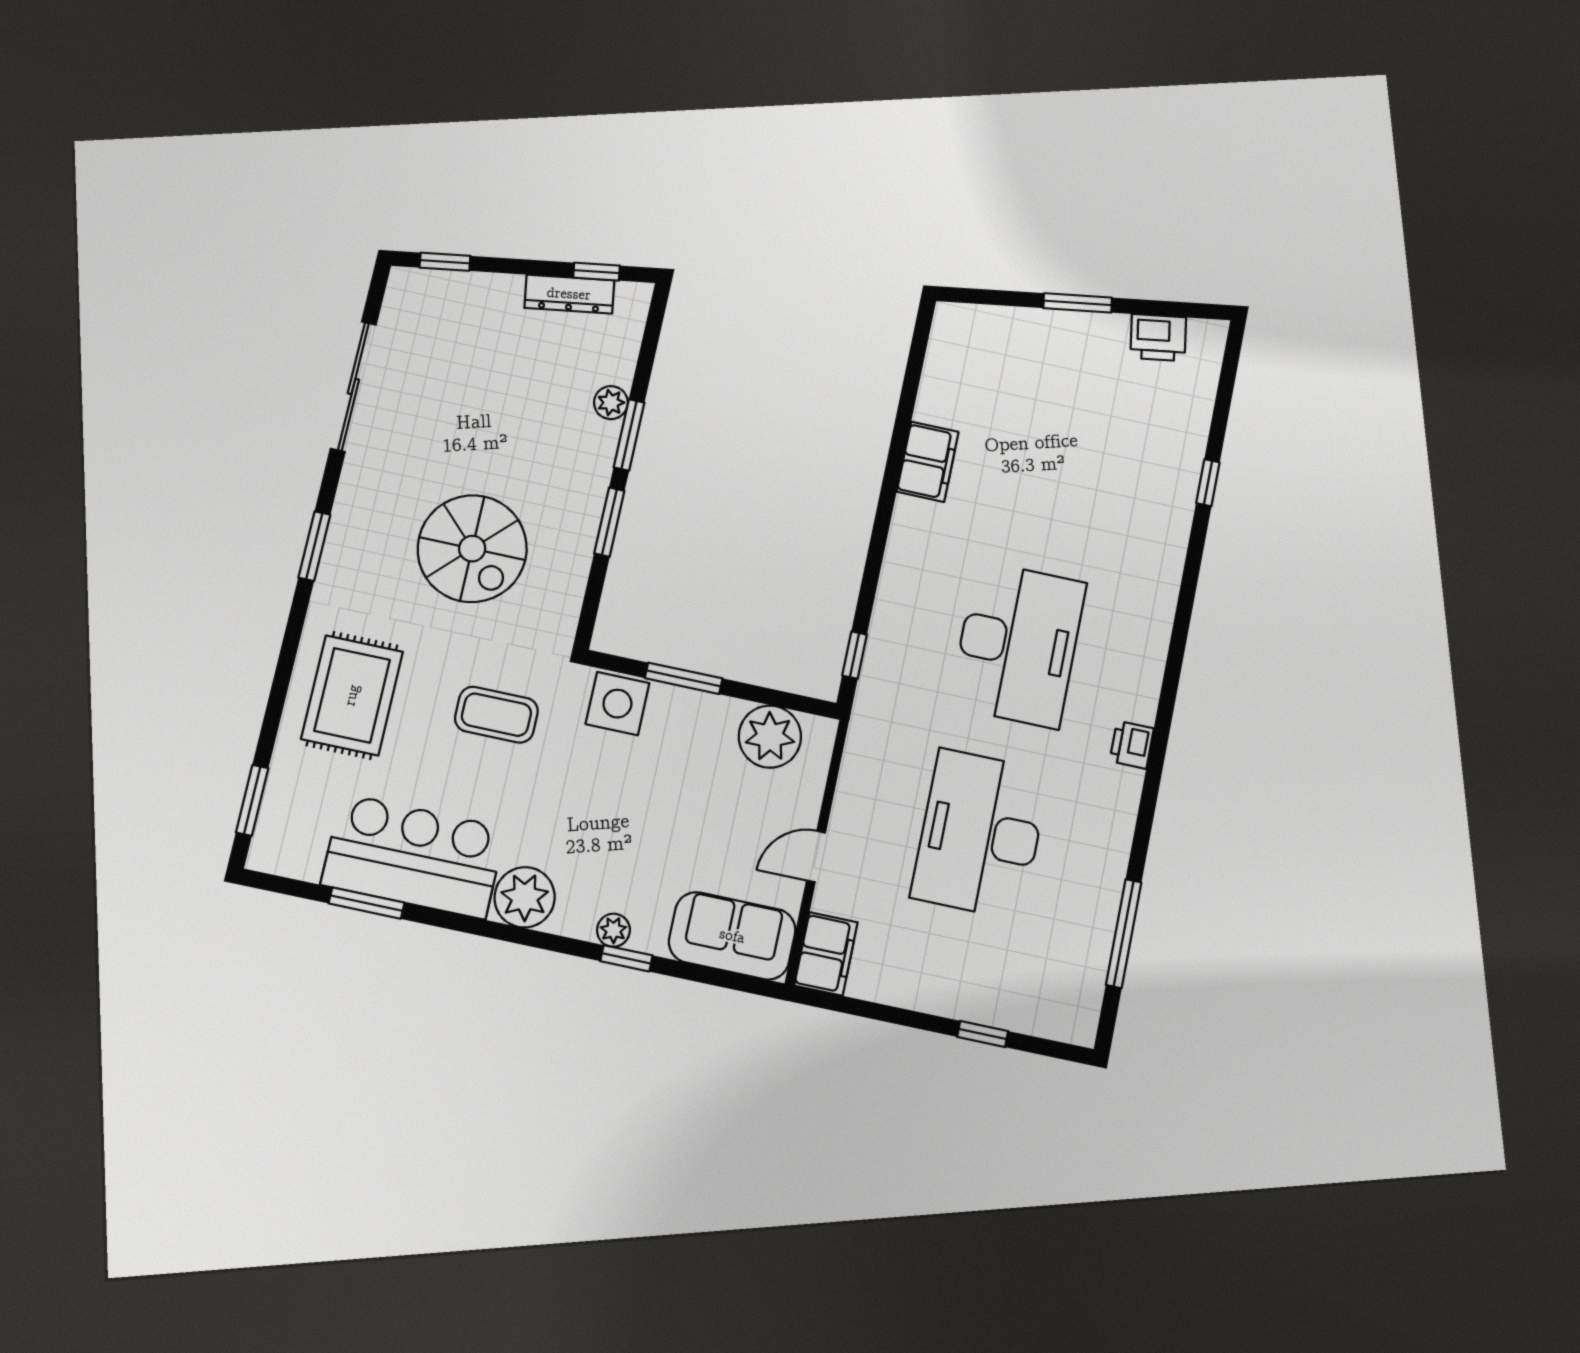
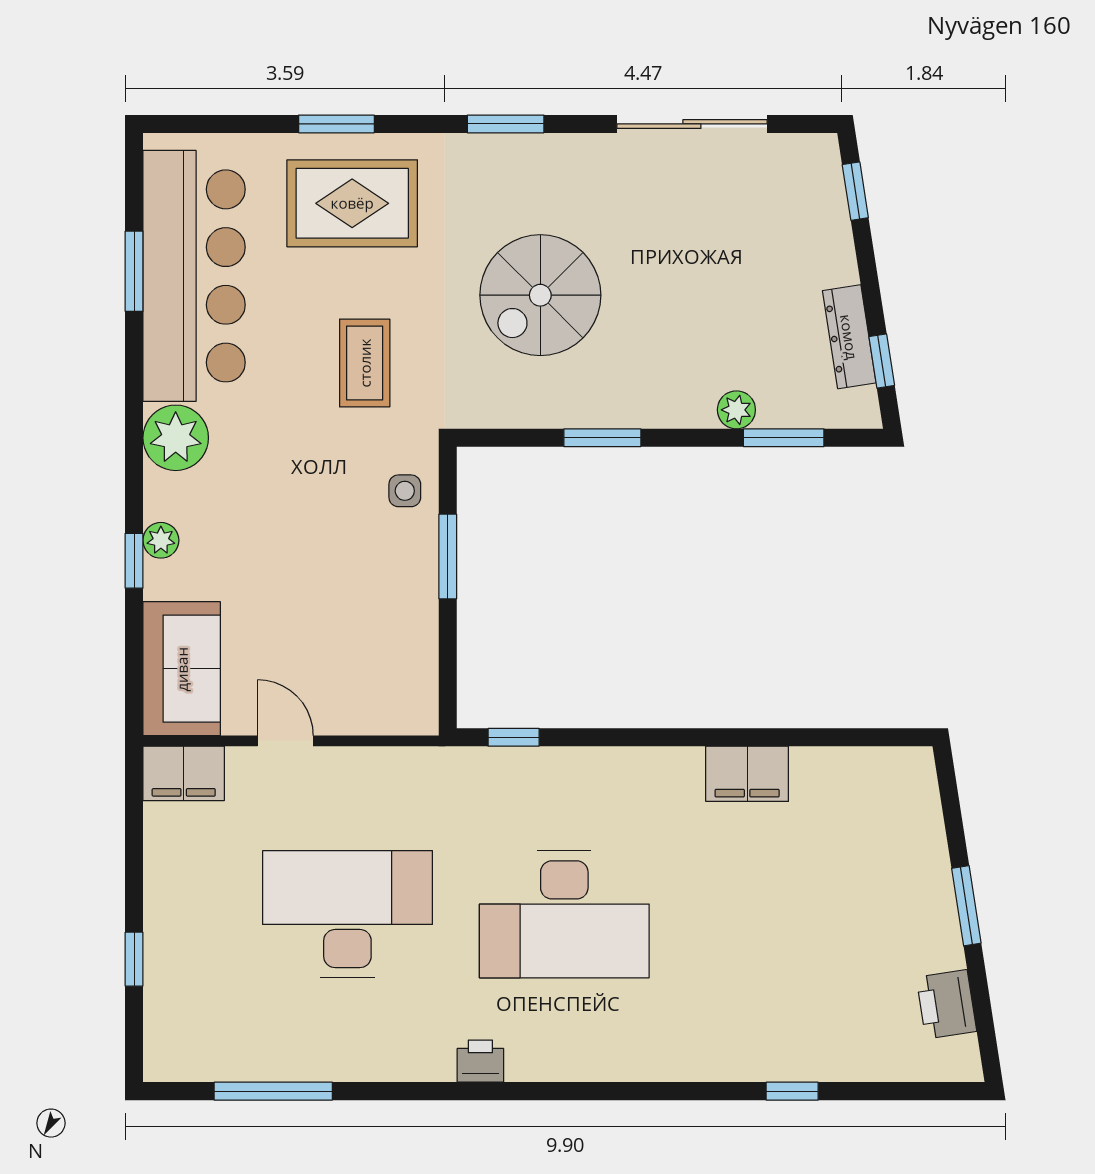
window: (629, 435) -> (784, 438), moved
side table: (617, 704) -> (405, 491), width x0.54, depth x0.54
plant: (770, 737) -> (404, 664), removed
window: (252, 800) -> (336, 124), moved
bar counter: (413, 856) -> (194, 276), width x1.36

